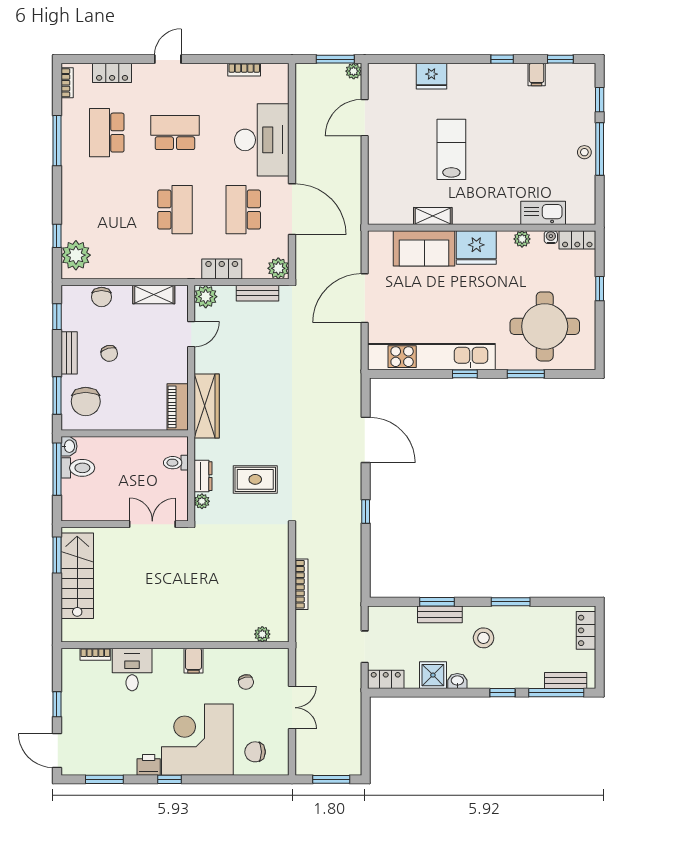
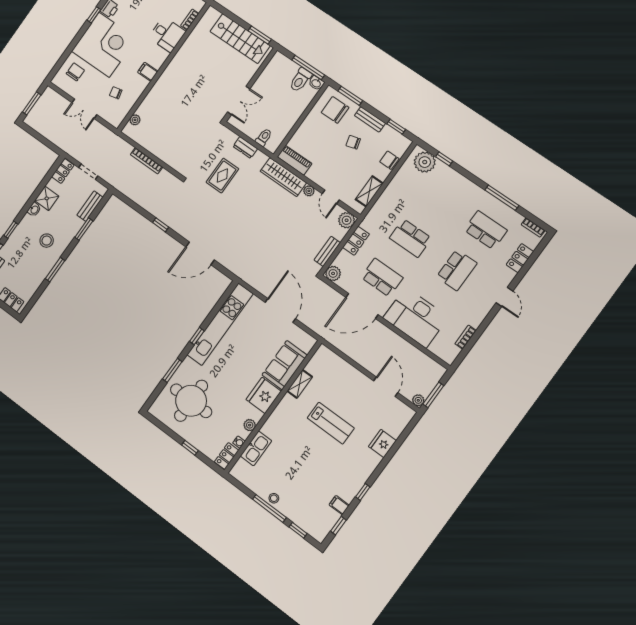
plant: (202, 501) -> (309, 191), moved
bench: (440, 614) -> (90, 206), moved

